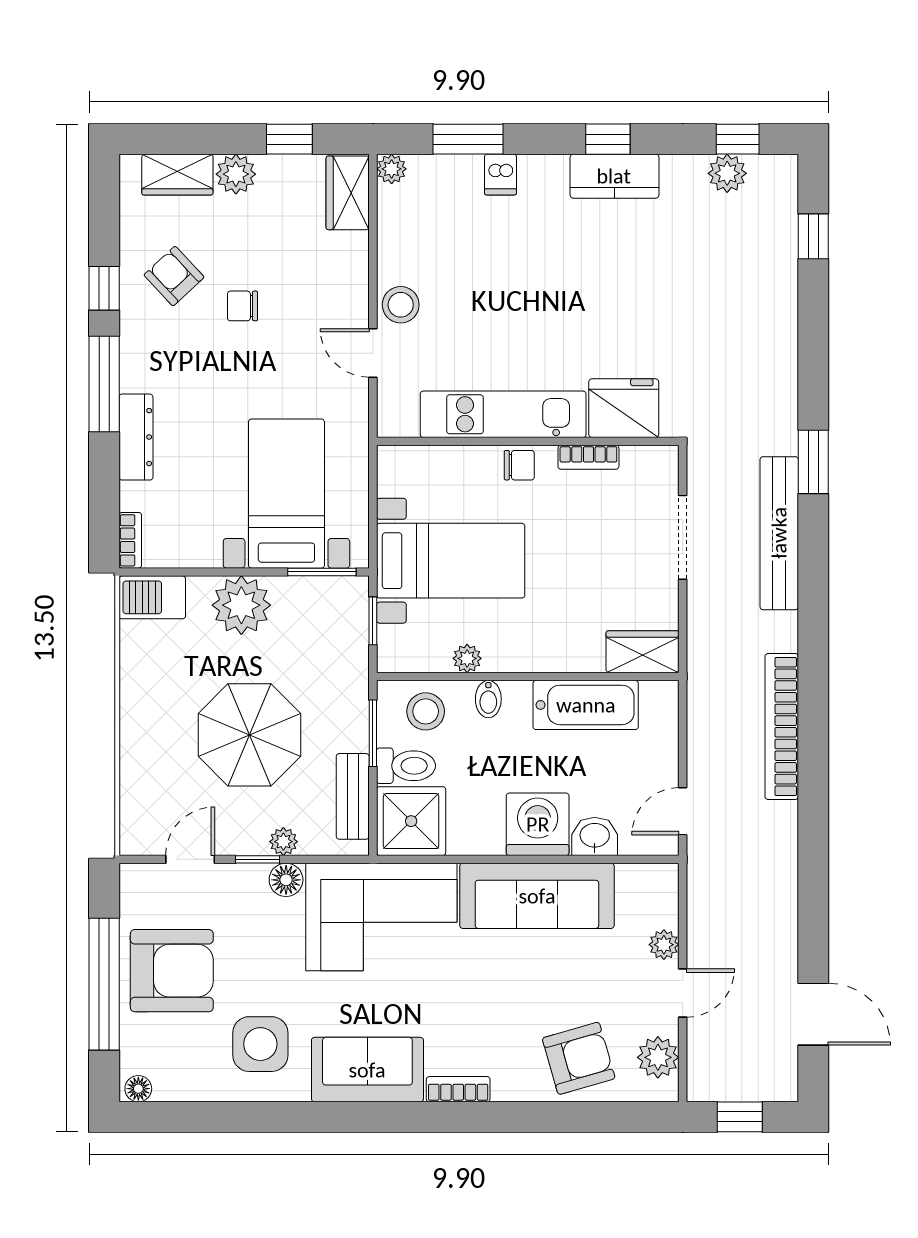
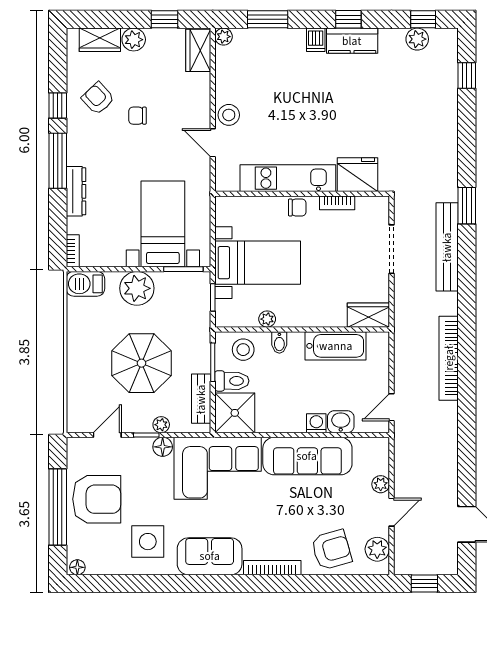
dishwasher: (500, 175) -> (316, 40), moved
washing machine: (538, 824) -> (316, 423), width x0.53, depth x0.53
bookcase: (458, 1089) -> (272, 568), width x1.56

